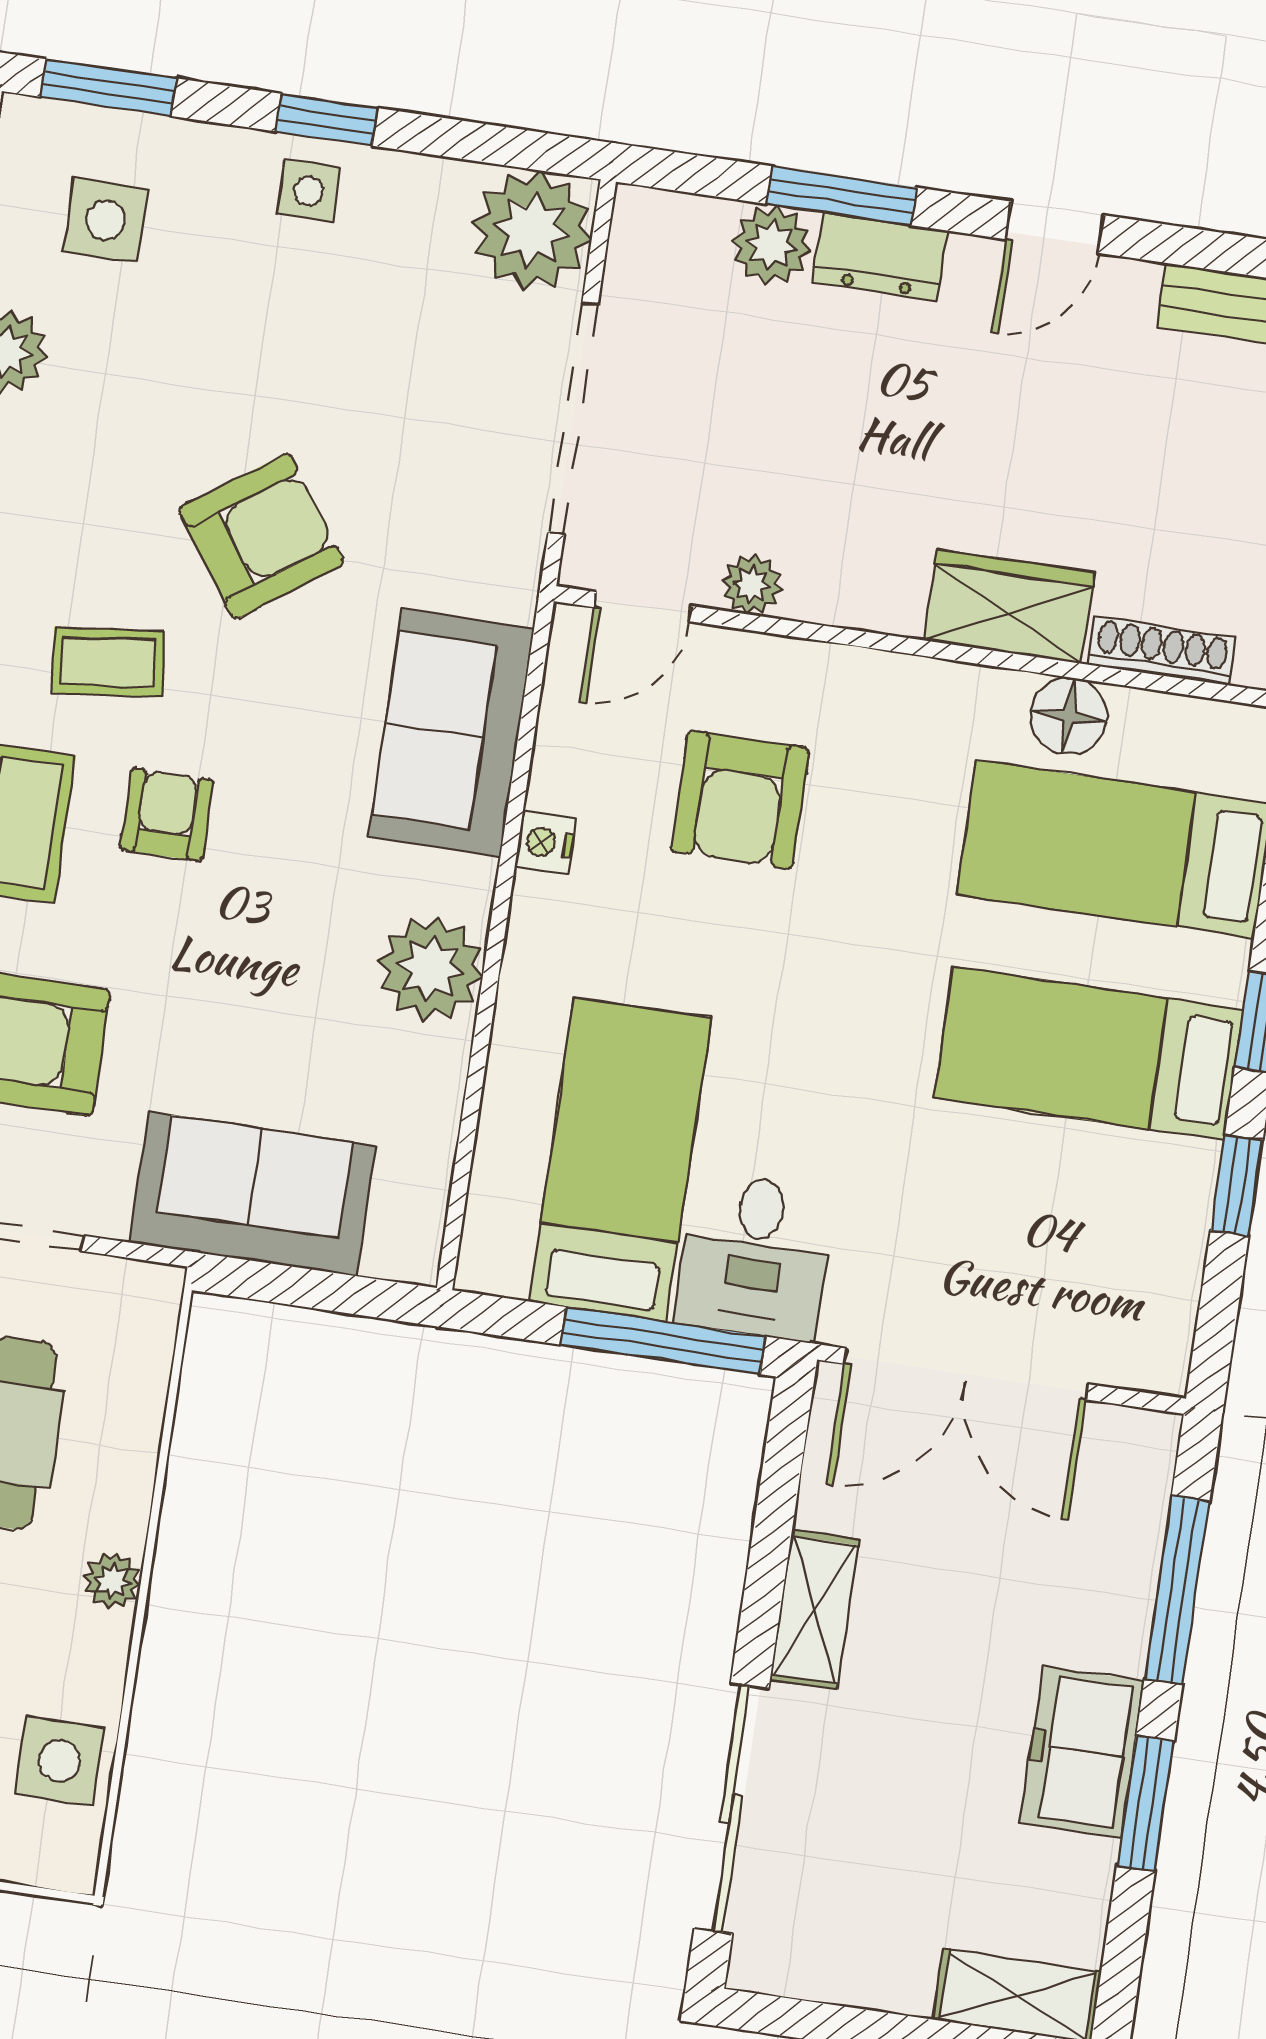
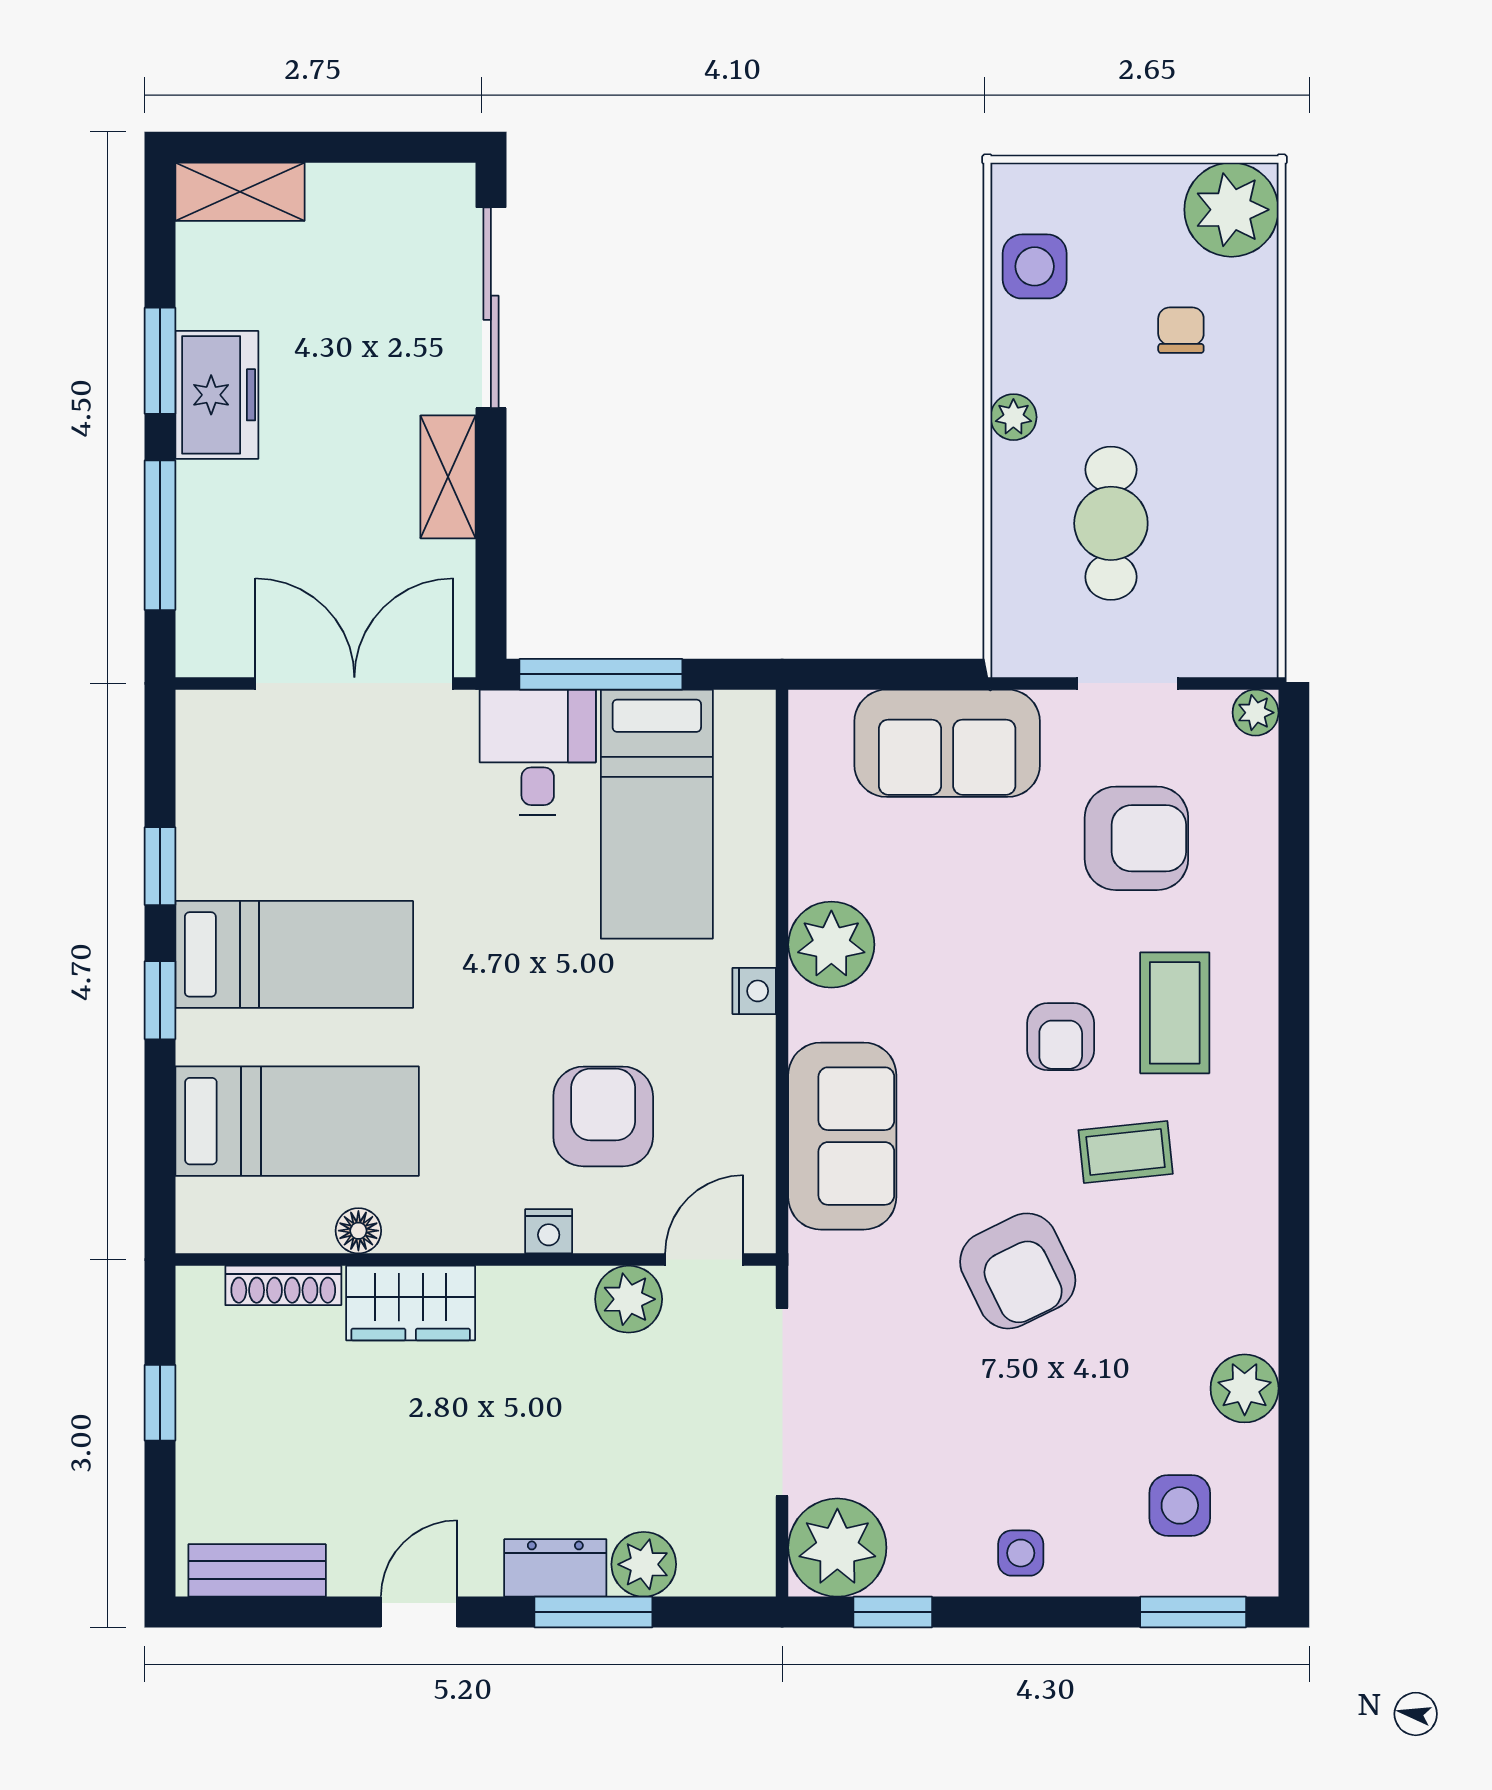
window: (327, 120) -> (893, 1612), moved
armchair: (261, 536) -> (1018, 1271), turned -81
plant: (752, 585) -> (629, 1299), width x1.38, depth x1.38
nightstand: (828, 669) -> (549, 1231), added
floor lamp: (1069, 716) -> (358, 1231), width x0.73, depth x0.73
nightstand: (545, 842) -> (754, 991), moved

